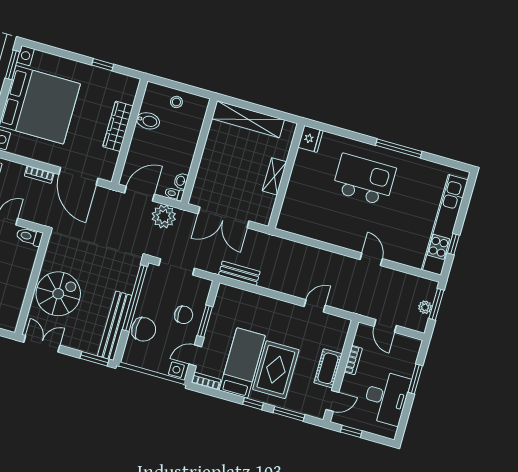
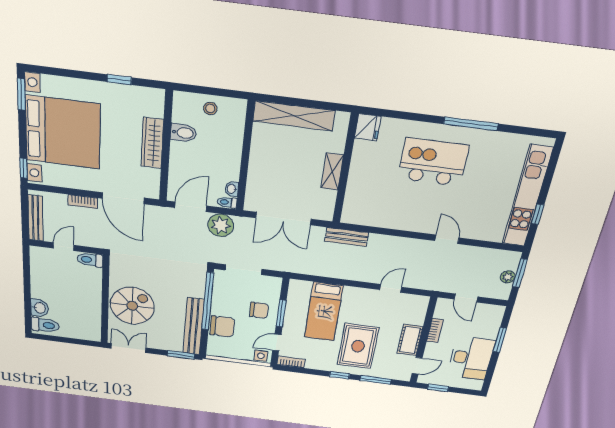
bench: (239, 273) -> (347, 237), moved
bed: (242, 363) -> (324, 312), moved, turned 180

